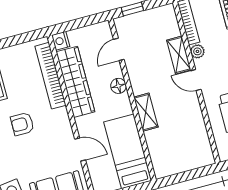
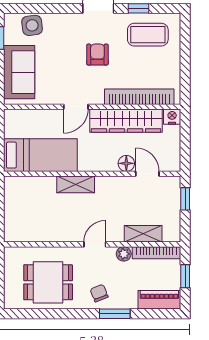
shelving: (179, 55) -> (143, 234), moved
floor lamp: (118, 86) -> (126, 163), moved
door: (80, 150) -> (76, 107), moved

